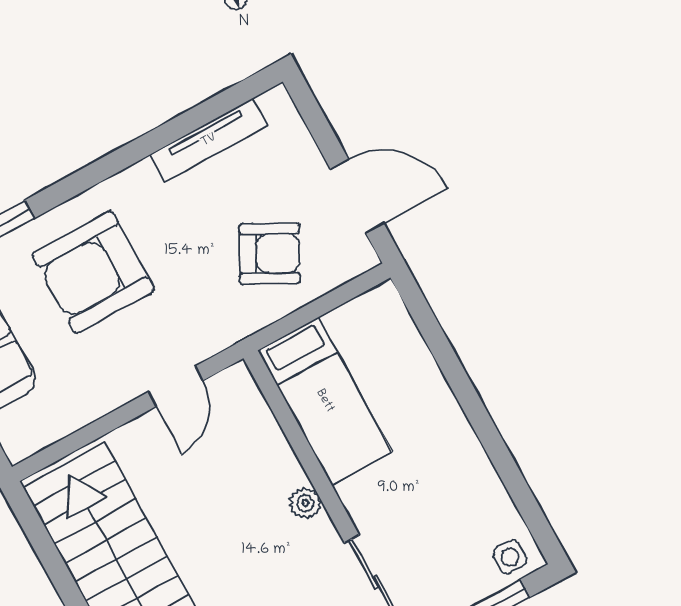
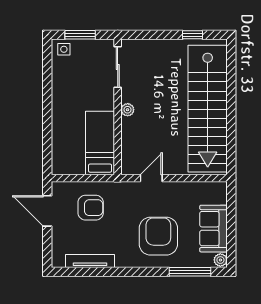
armchair: (270, 254) -> (91, 208), turned 152
armchair: (93, 272) -> (158, 236), turned -90

